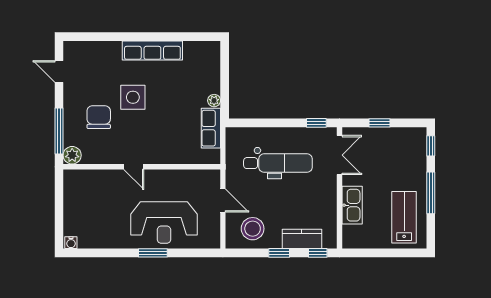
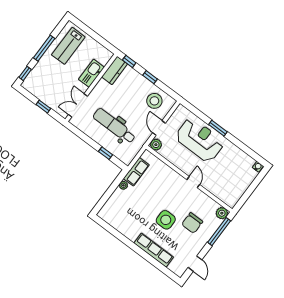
row of seats: (152, 50) -> (154, 250), moved
window: (316, 123) -> (106, 153), moved
plant: (212, 178) -> (156, 145), added
kitchen counter: (302, 239) -> (114, 70), moved, turned -90

